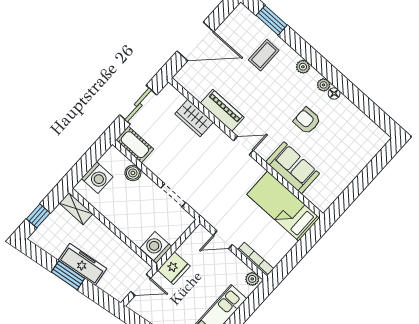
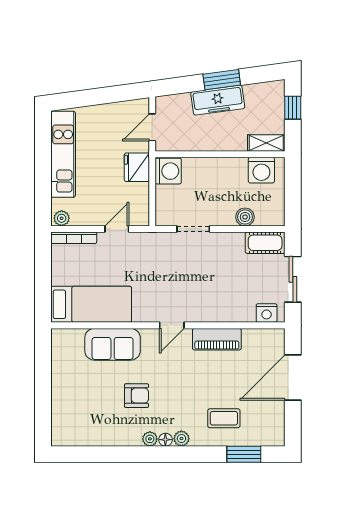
coffee table: (264, 55) -> (224, 418), turned 90
floor lamp: (334, 93) -> (165, 440), moved
nightstand: (175, 98) -> (267, 313), added
wardrobe: (194, 118) -> (235, 311), removed
washing machine: (97, 178) -> (261, 170), moved, turned -90

